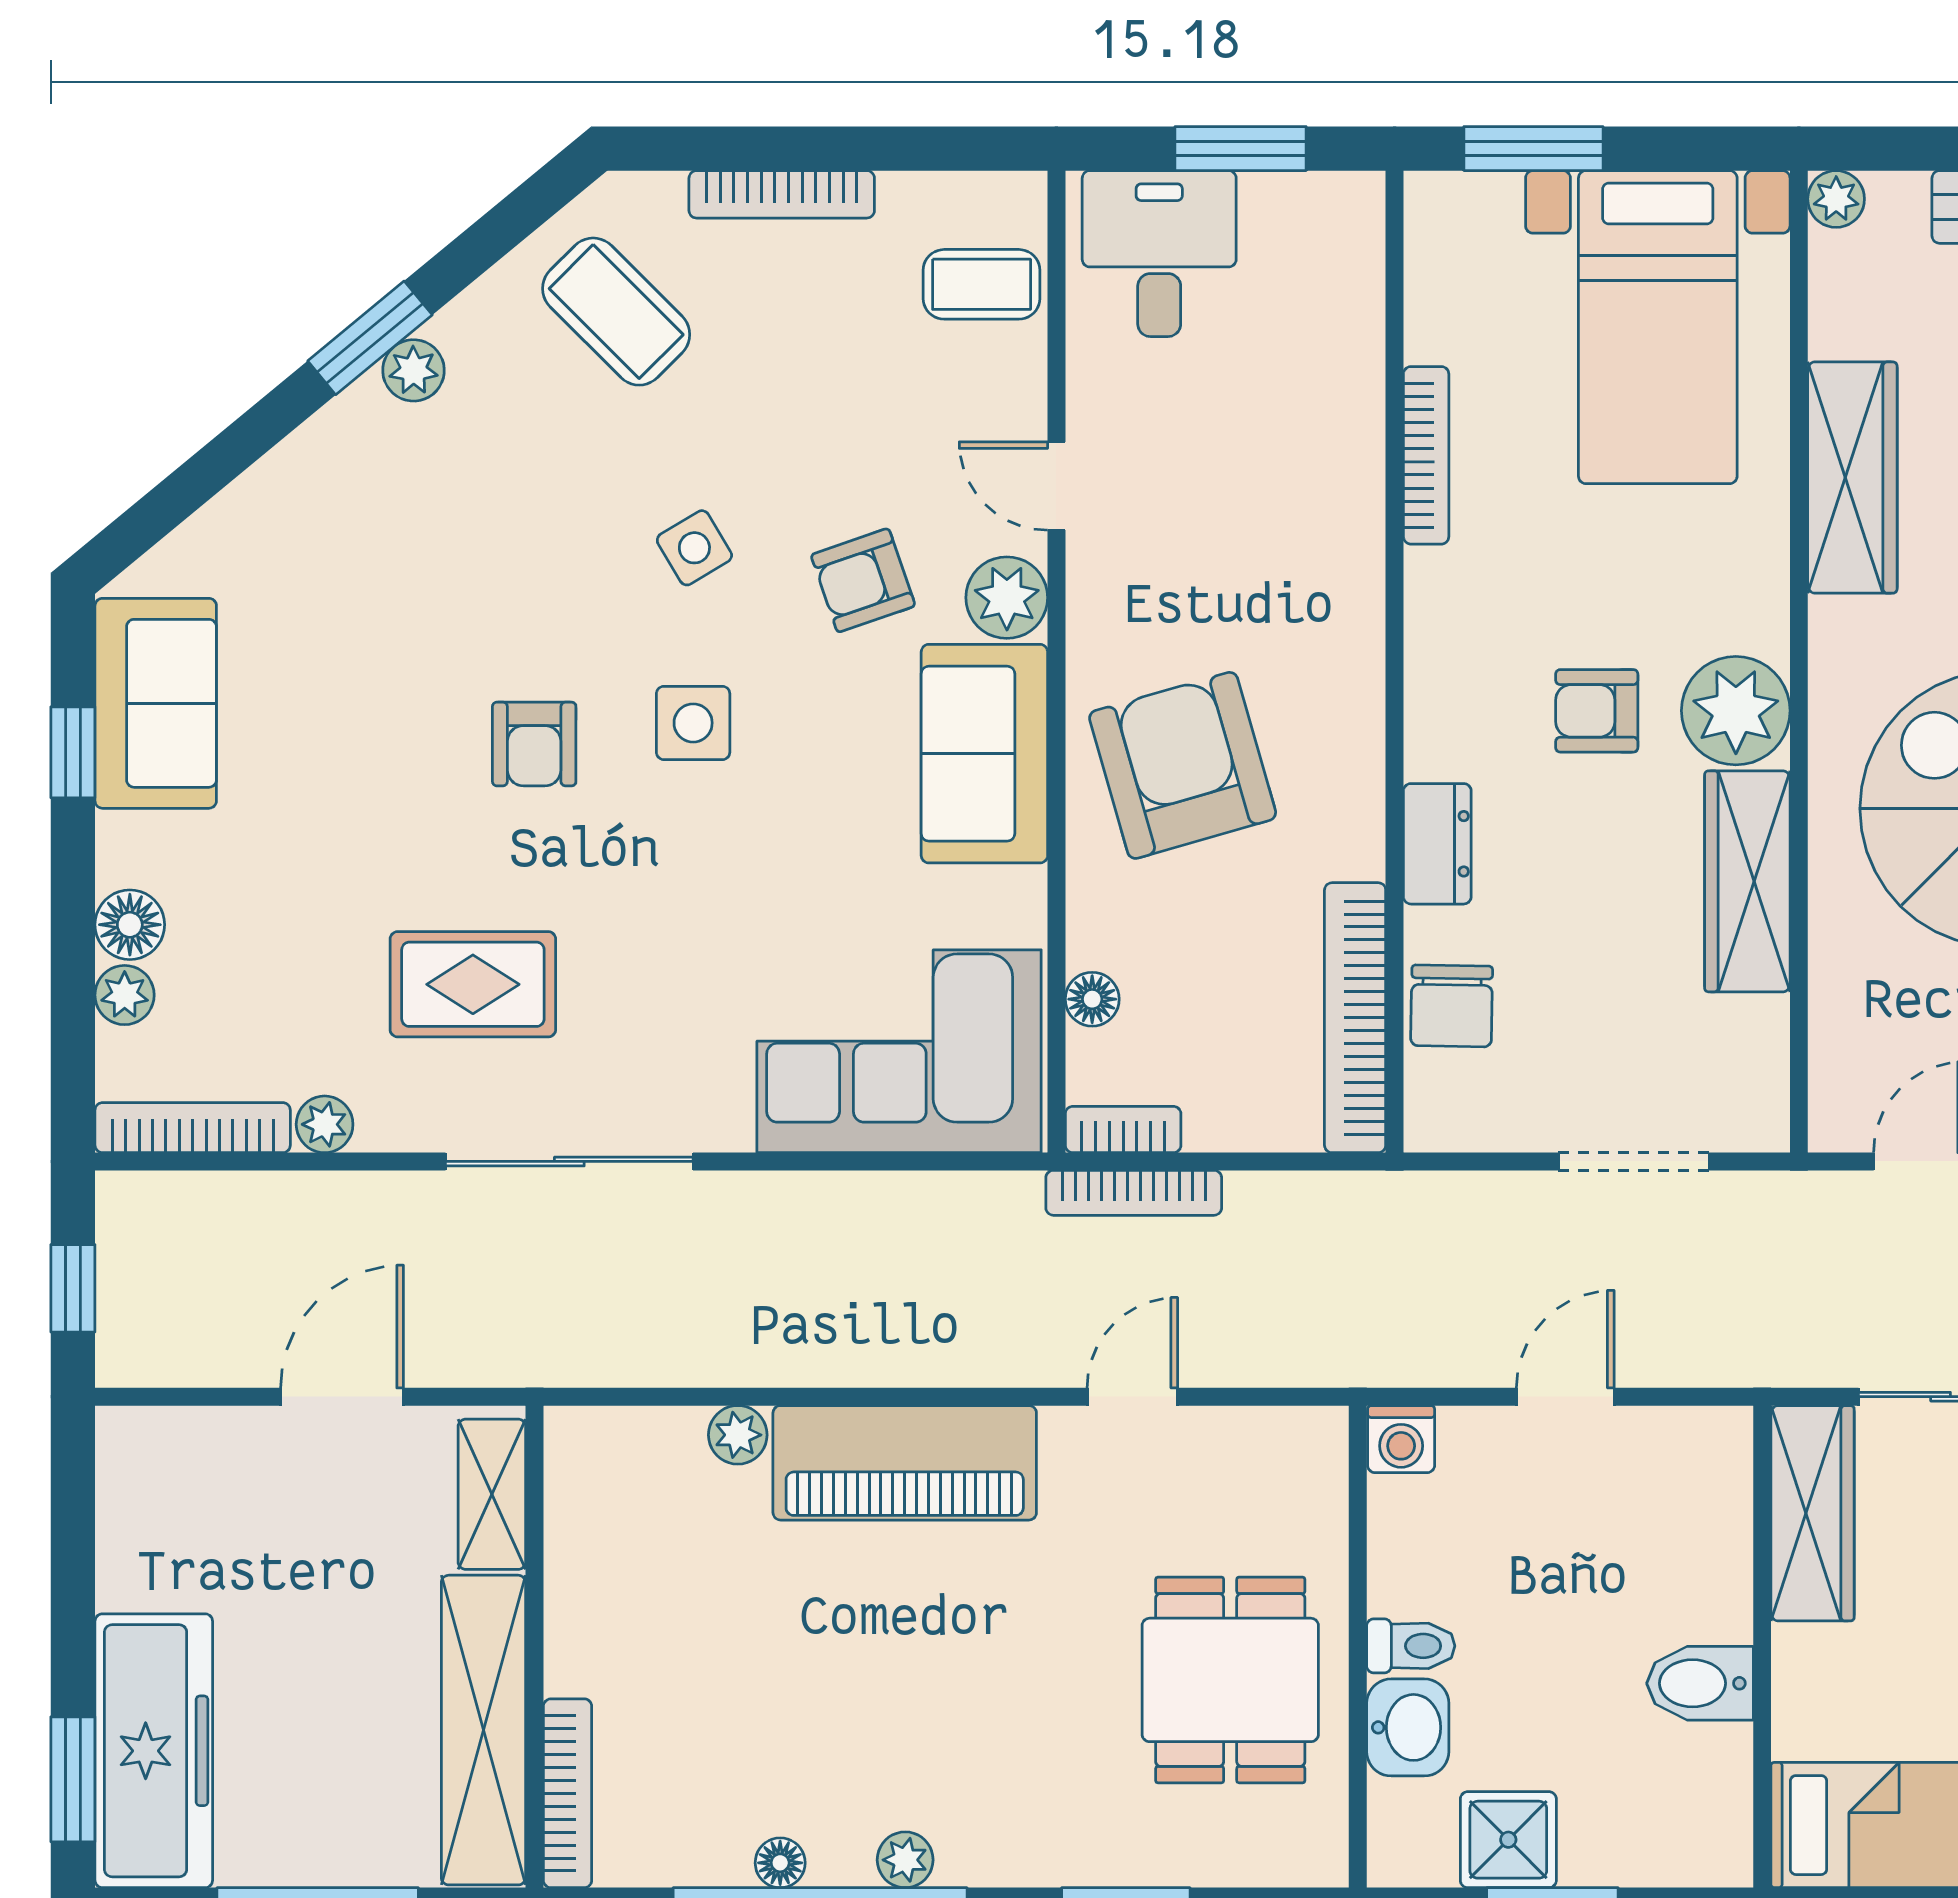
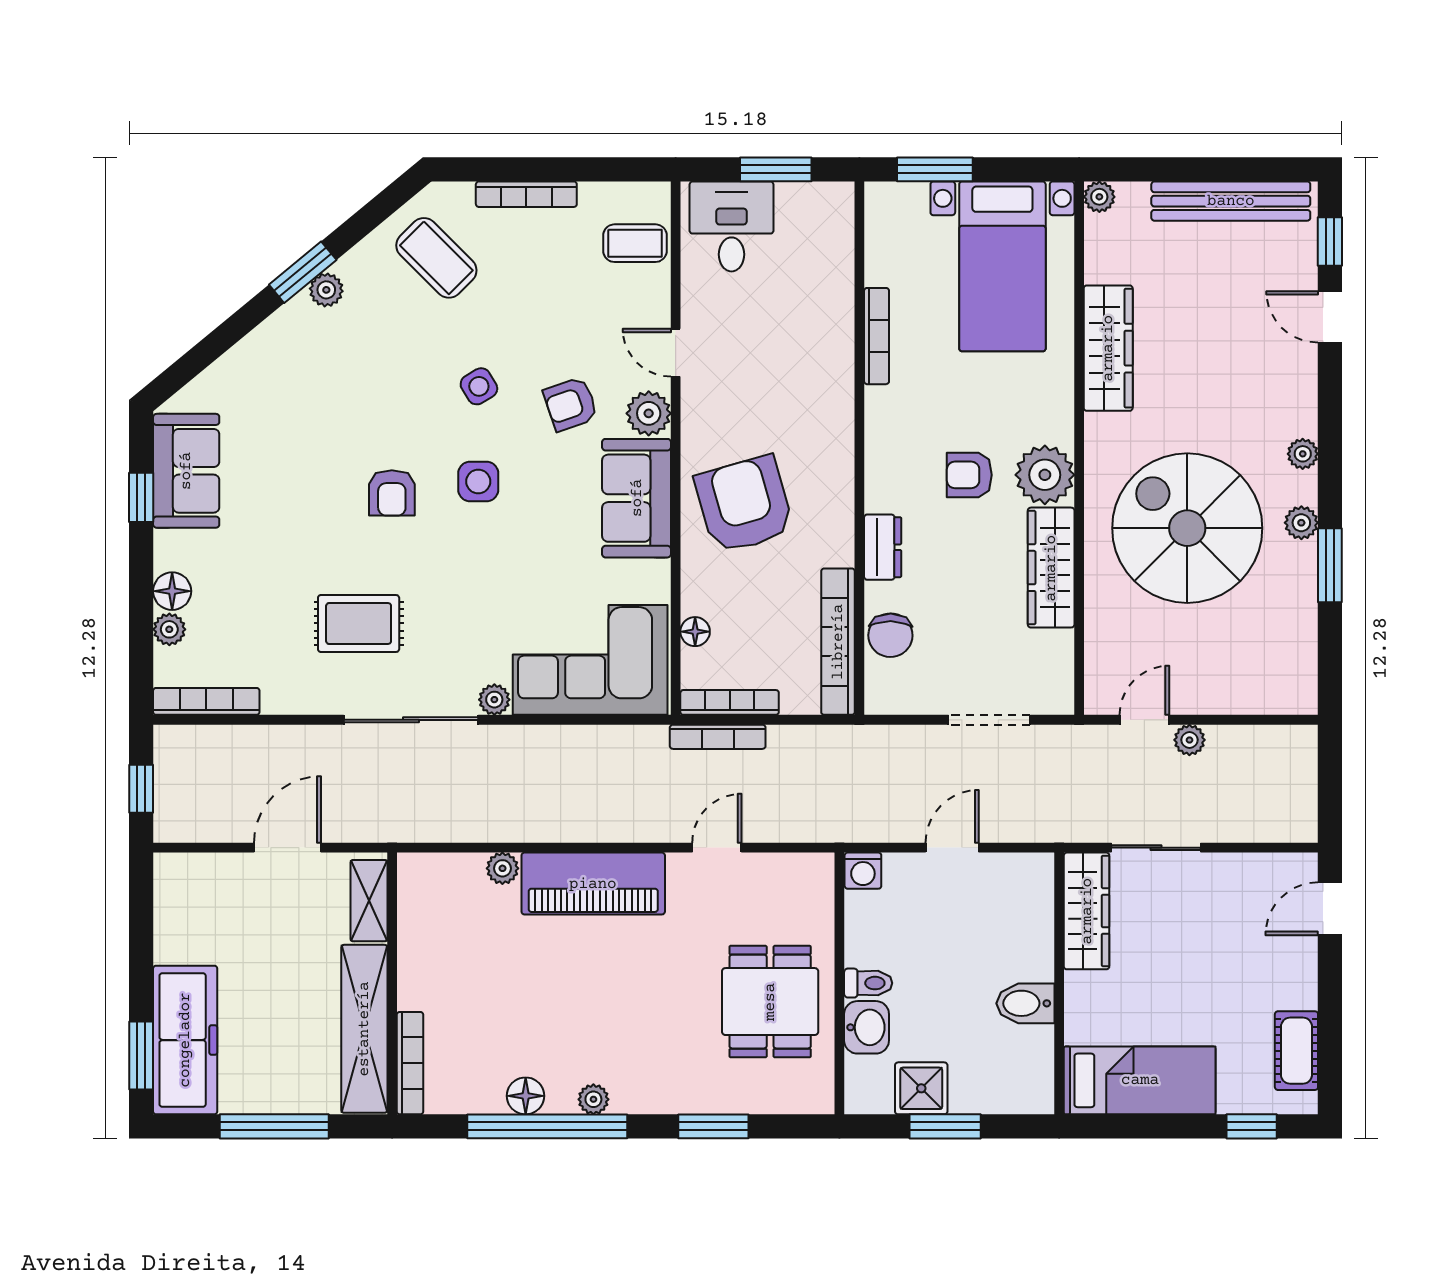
plant: (325, 1124) -> (494, 700), moved
bookcase: (1123, 1130) -> (730, 702), width x1.56
floor lamp: (780, 1863) -> (526, 1096), width x1.37, depth x1.37

